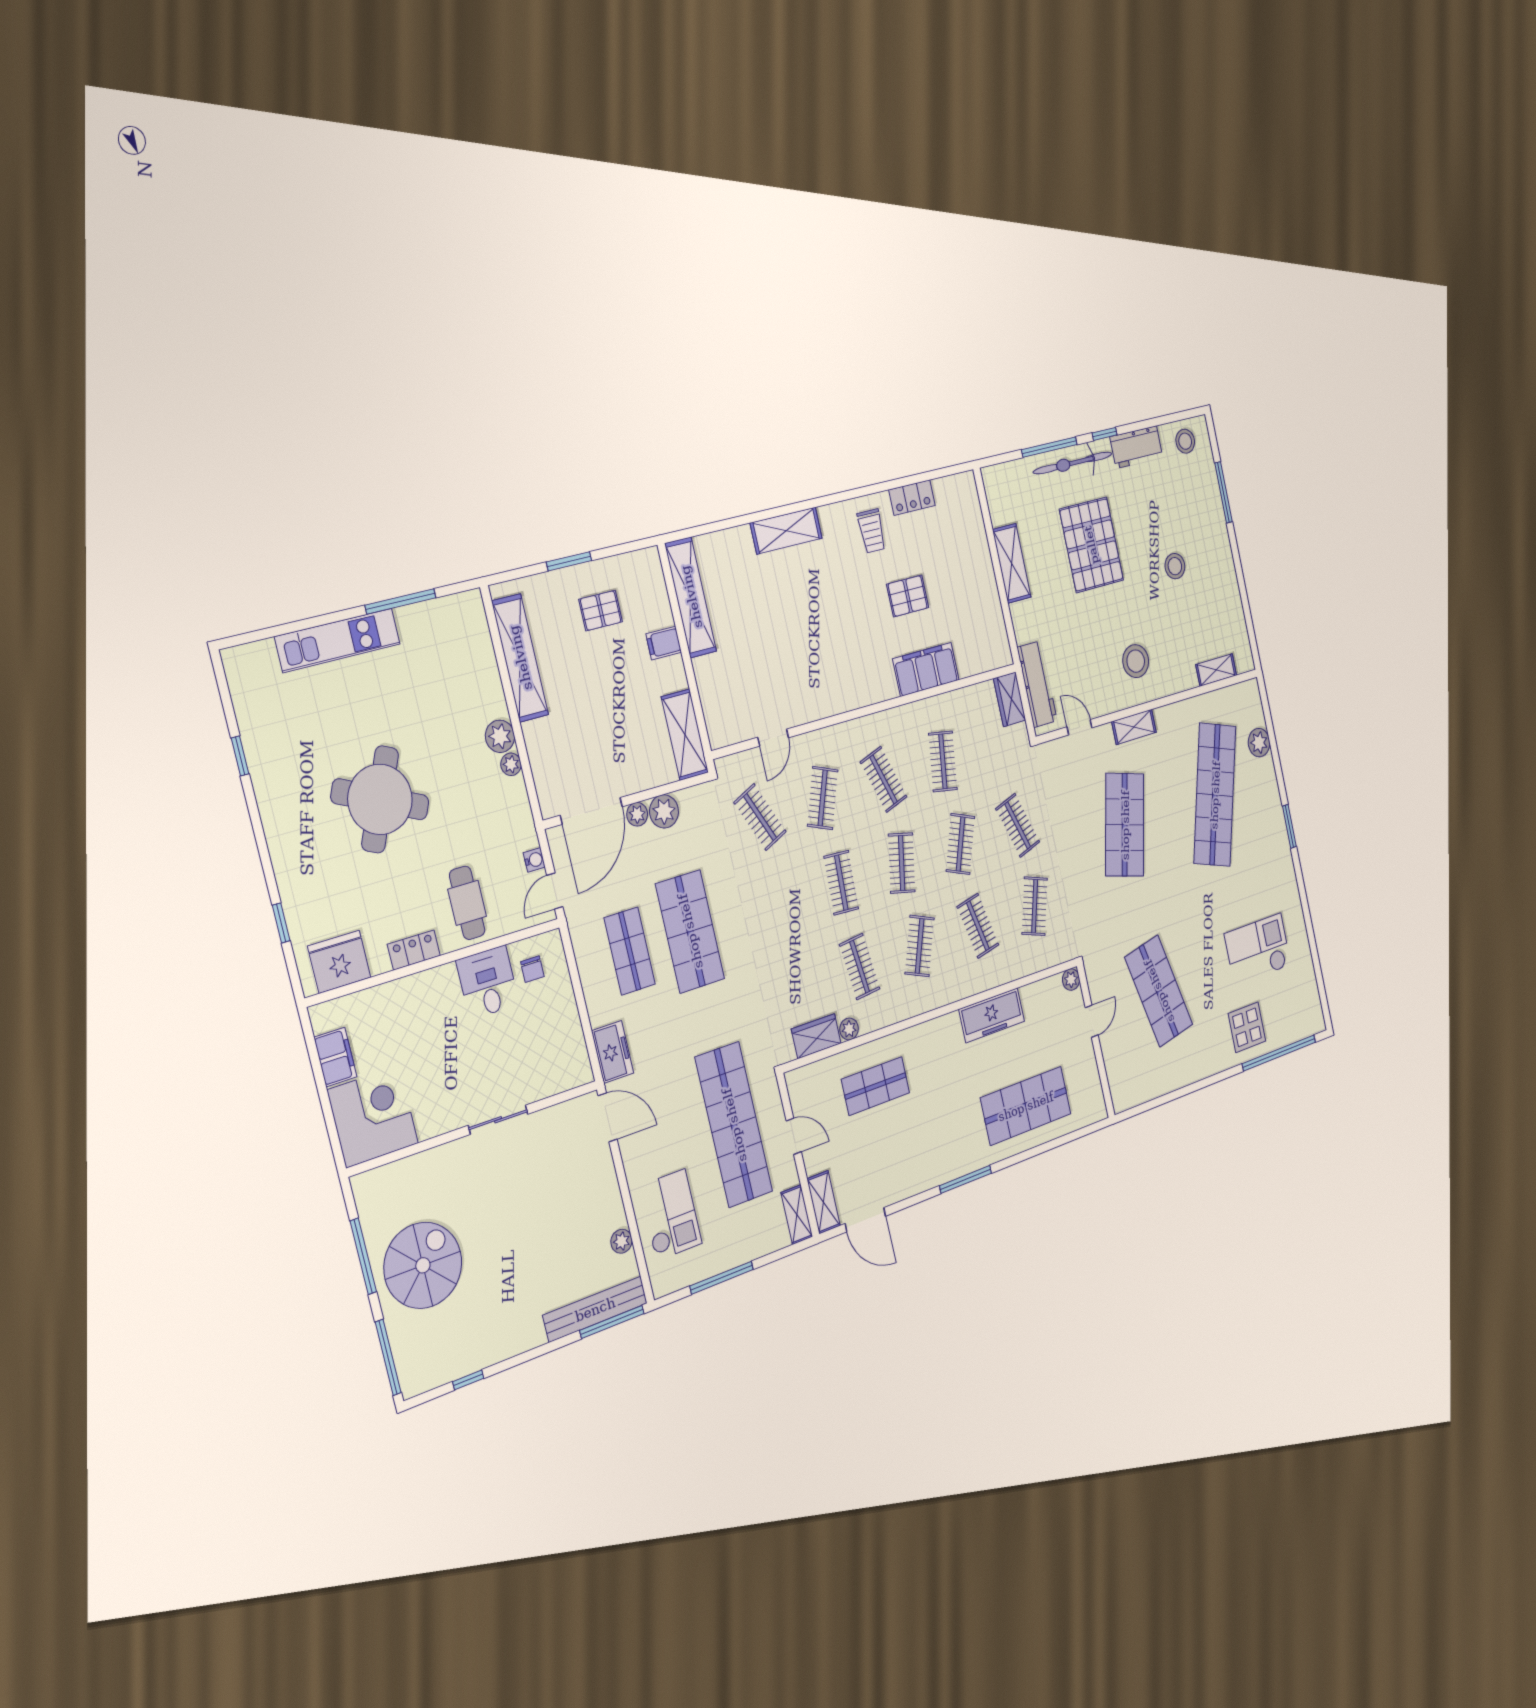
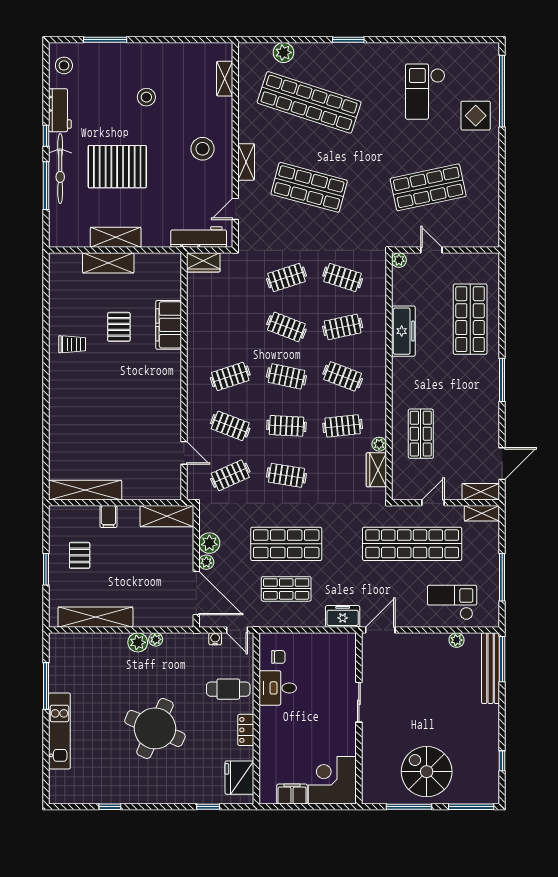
locker: (912, 498) -> (57, 307), removed
shelving: (786, 531) -> (108, 263), moved, turned 90
clothes rail: (943, 761) -> (286, 475), moved

